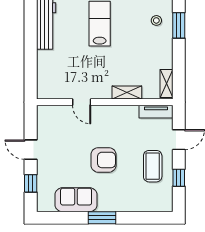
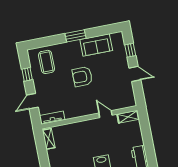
shelving: (127, 93) -> (128, 117), moved
coffee table: (153, 166) -> (47, 62), moved

